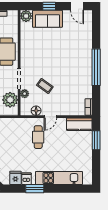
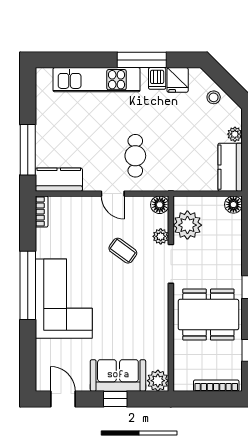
corner sofa: (77, 60) -> (64, 299), added
floor lamp: (36, 111) -> (160, 205), moved
door: (50, 117) -> (113, 194), swing flipped
window: (96, 140) -> (28, 150), width x1.44
window: (35, 189) -> (142, 60), width x1.44

